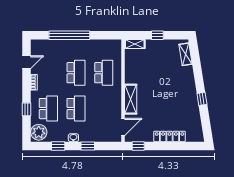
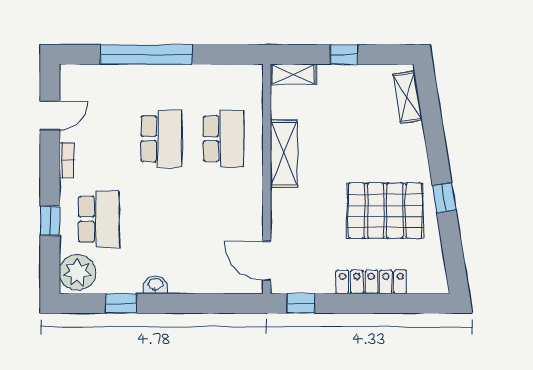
shelving: (131, 99) -> (284, 153), moved
pallet: (176, 105) -> (385, 211), added
school desk: (76, 109) -> (161, 219), removed
door: (123, 127) -> (267, 261), swing flipped
window: (88, 146) -> (188, 303), removed

